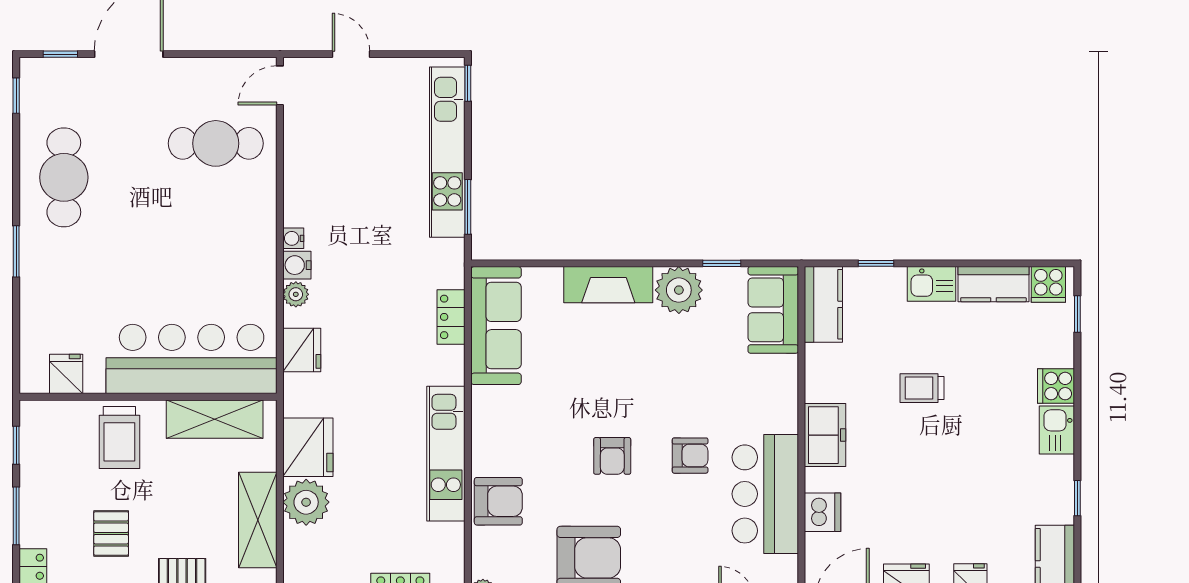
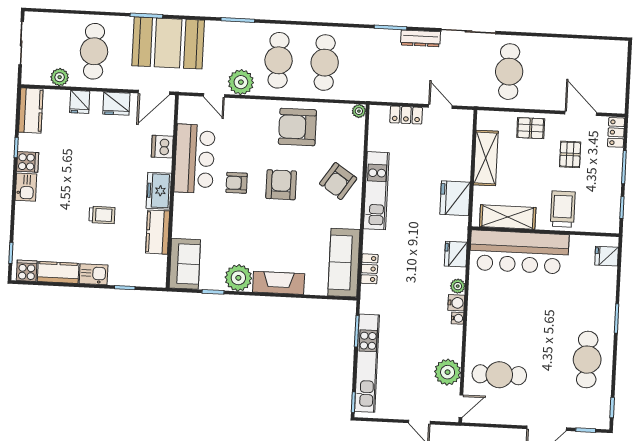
kitchen counter: (823, 304) -> (158, 232), moved
fridge: (66, 374) -> (607, 256), moved, turned 90
cooker: (1056, 386) -> (28, 162), moved
armchair: (612, 456) -> (281, 185), width x1.38, depth x1.38
armchair: (498, 501) -> (338, 181), moved, turned -56
plant: (306, 502) -> (448, 372), moved

